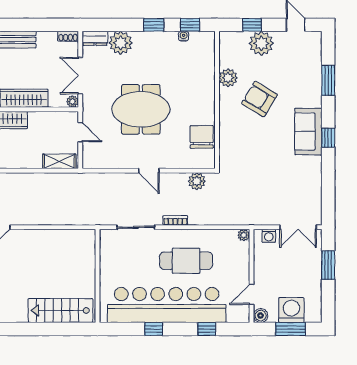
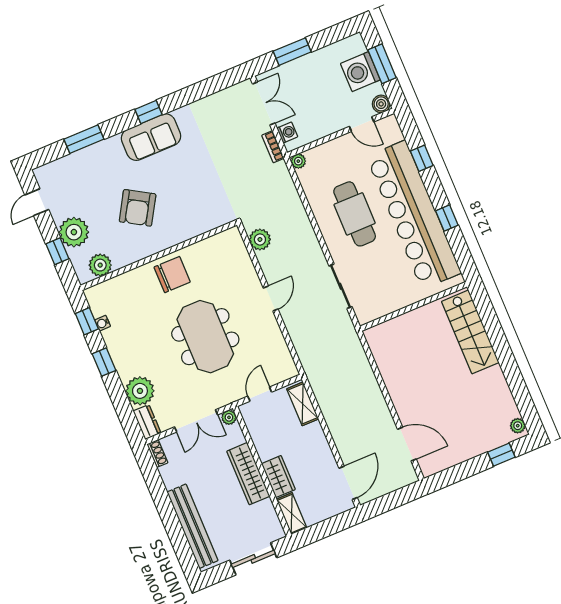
plant: (228, 78) -> (100, 265), moved
chair: (202, 137) -> (172, 275), moved, turned 180
bookcase: (175, 220) -> (273, 147), moved

